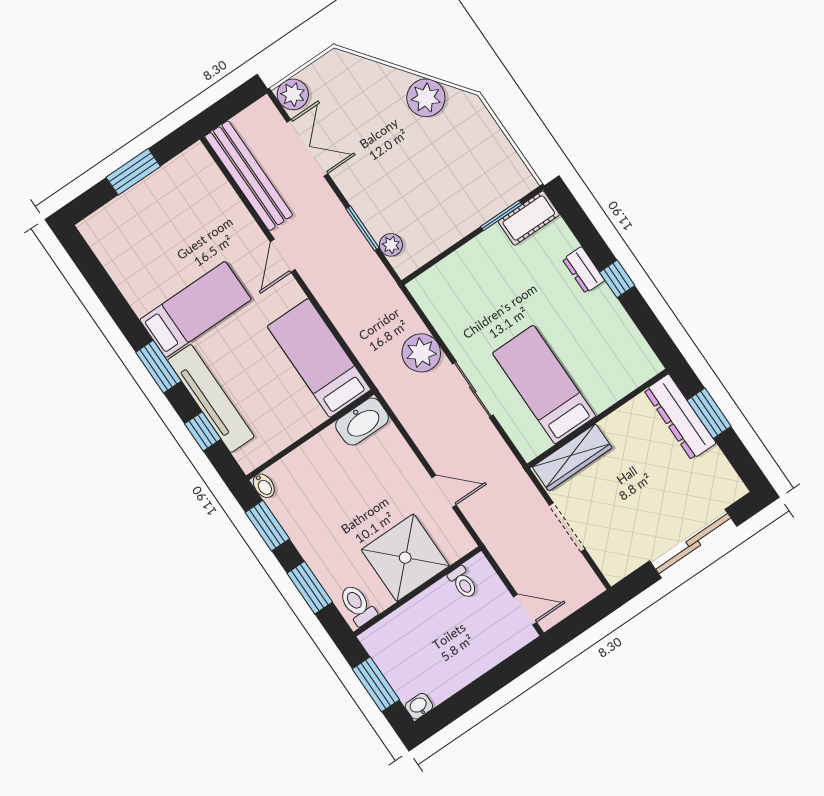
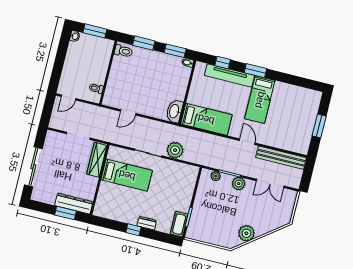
plant: (293, 94) -> (239, 184), moved
shower: (405, 558) -> (122, 80), removed

